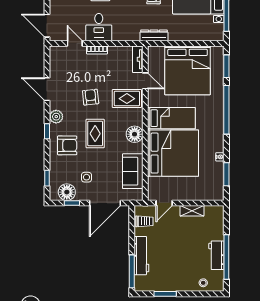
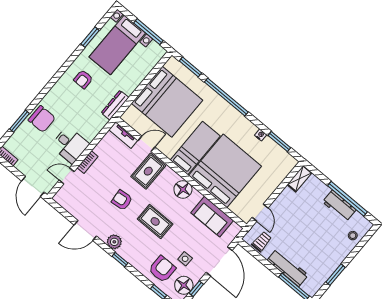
door: (47, 26) -> (33, 186), hinge flipped
armchair: (67, 145) -> (162, 269), moved
shelving: (192, 211) -> (300, 179), moved

